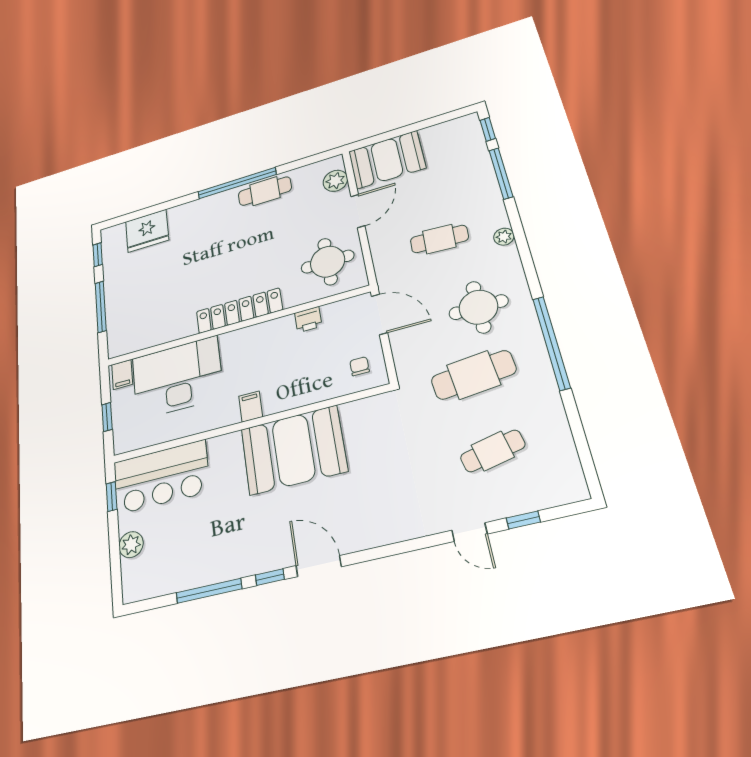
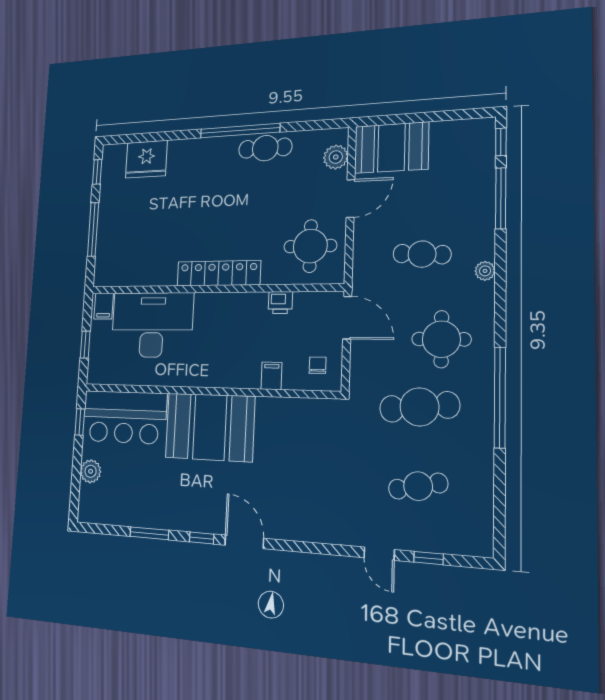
filing cabinet: (251, 407) -> (271, 376), moved
booth: (294, 450) -> (210, 427), moved
window: (209, 591) -> (149, 533), width x0.69

